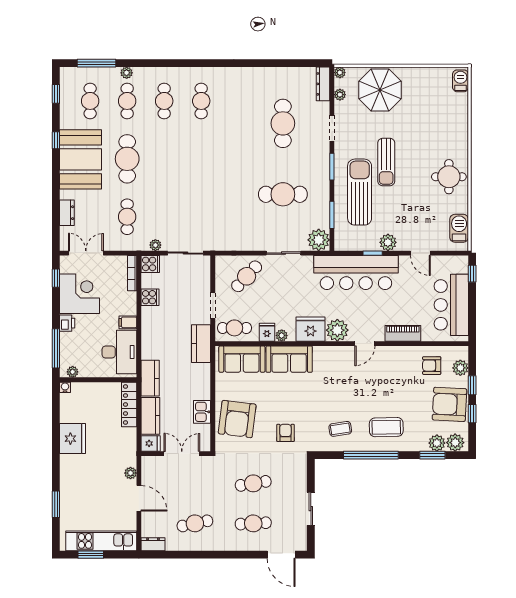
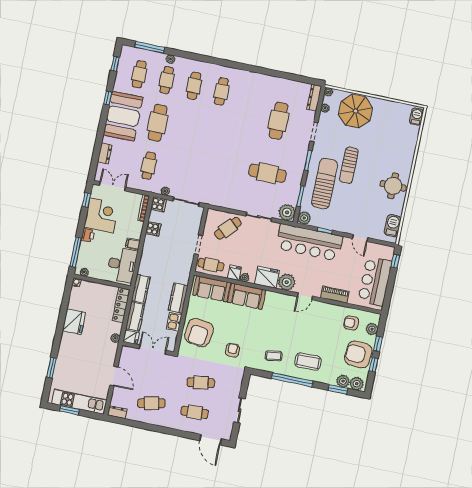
plant: (388, 242) -> (304, 218), moved
kitchen counter: (201, 344) -> (178, 298), moved
plant: (131, 473) -> (115, 338), moved

